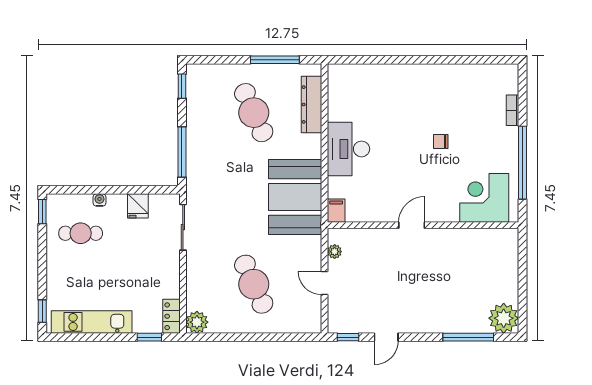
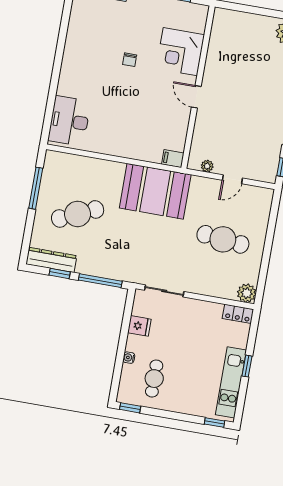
window: (182, 86) -> (60, 274), moved
dresser: (312, 105) -> (51, 260), moved, turned 180
desk: (348, 149) -> (69, 121), moved, turned 90
corner desk: (484, 198) -> (180, 52), moved
cafe table: (254, 284) -> (223, 239), turned 30
window: (149, 337) -> (247, 366), moved

